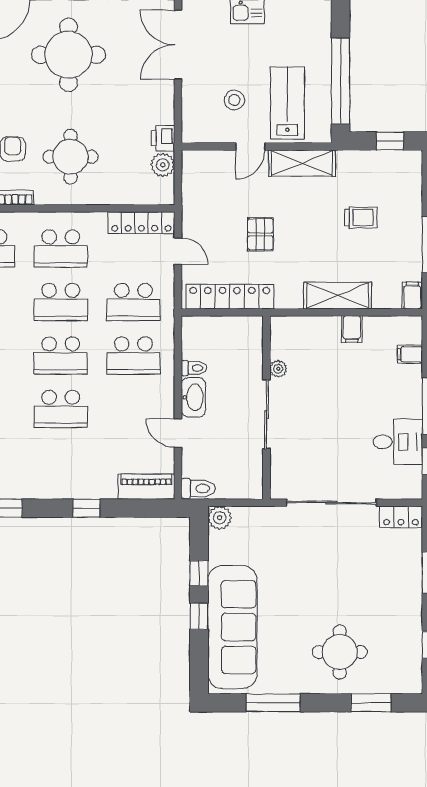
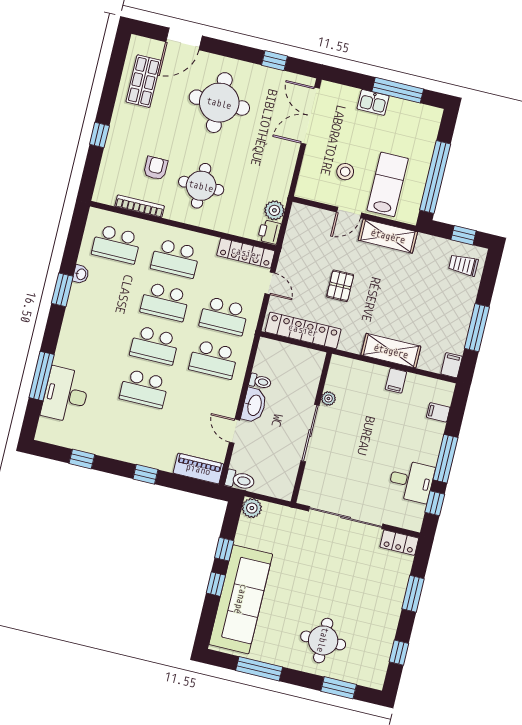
printer: (163, 138) -> (269, 232), moved
trolley: (361, 218) -> (463, 265), moved, turned 180

